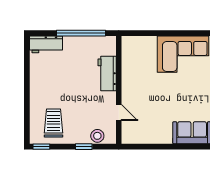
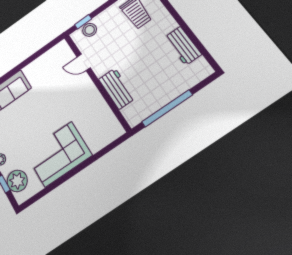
workbench: (46, 44) -> (183, 46), moved, turned -90
window: (84, 147) -> (83, 22), moved

